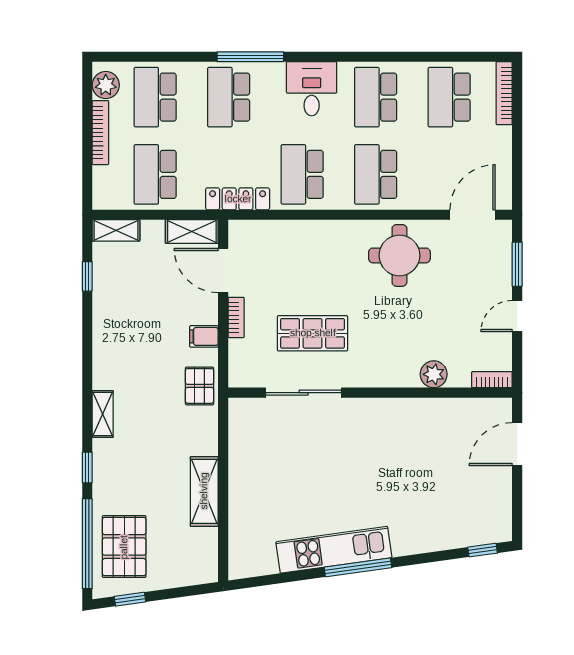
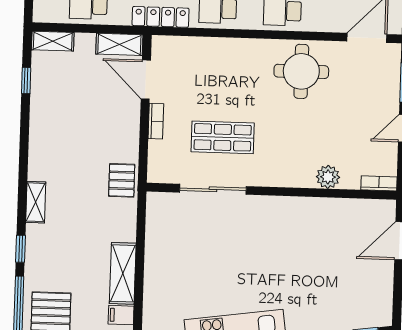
filing cabinet: (204, 336) -> (121, 315), moved

